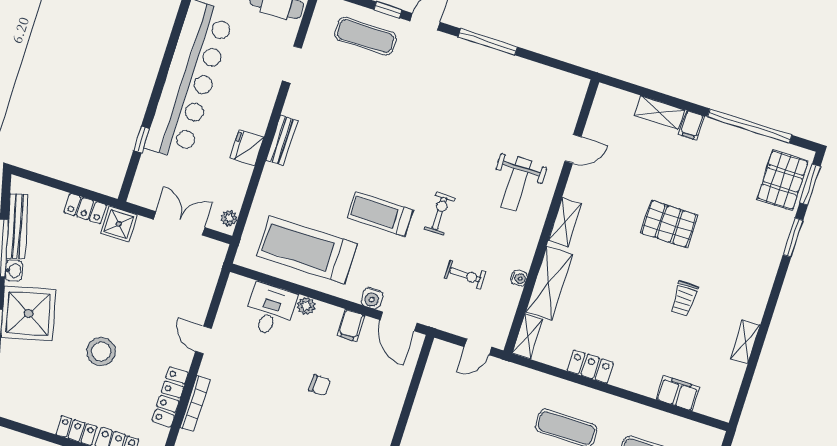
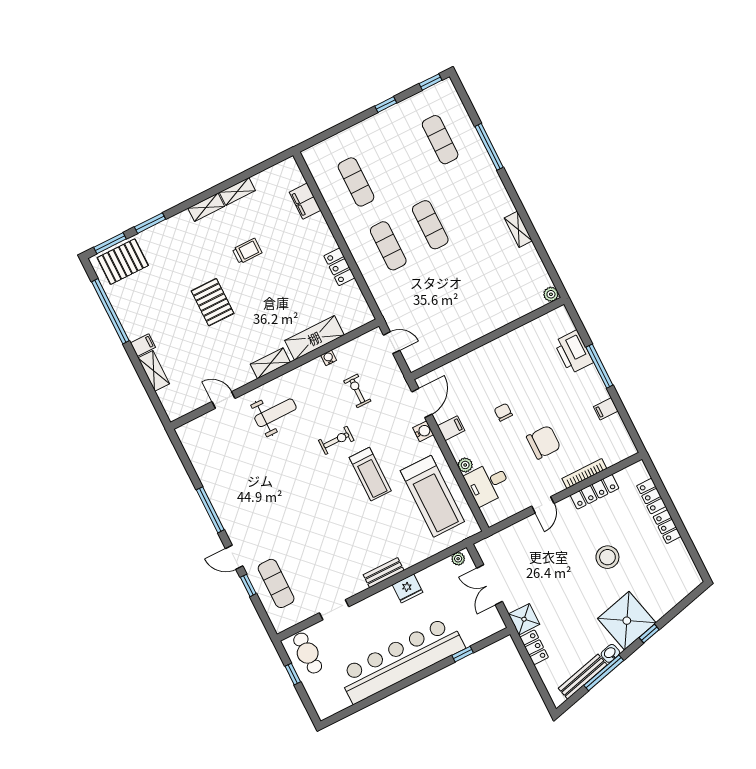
exercise bike: (440, 213) -> (336, 440), turned 180
shelving: (527, 336) -> (206, 207), moved
chair: (258, 395) -> (544, 442), added

